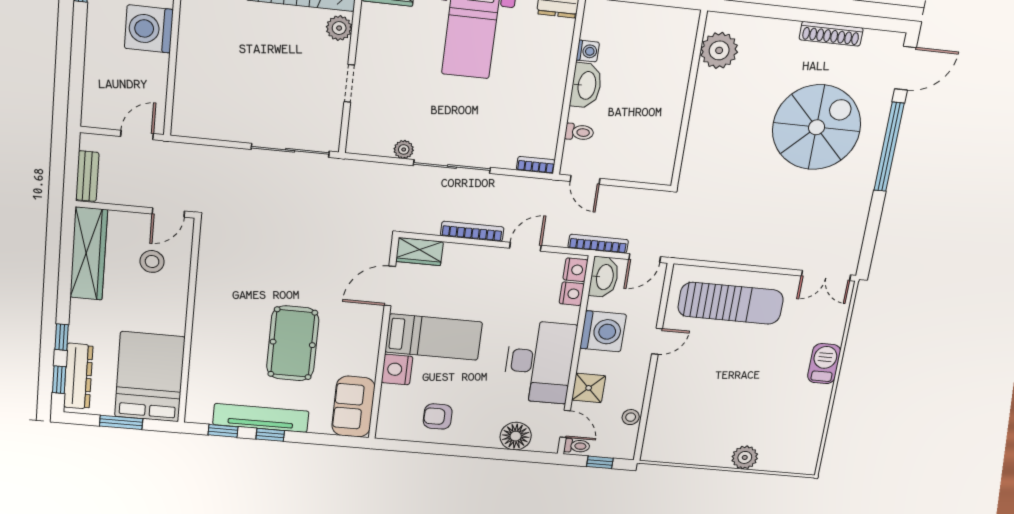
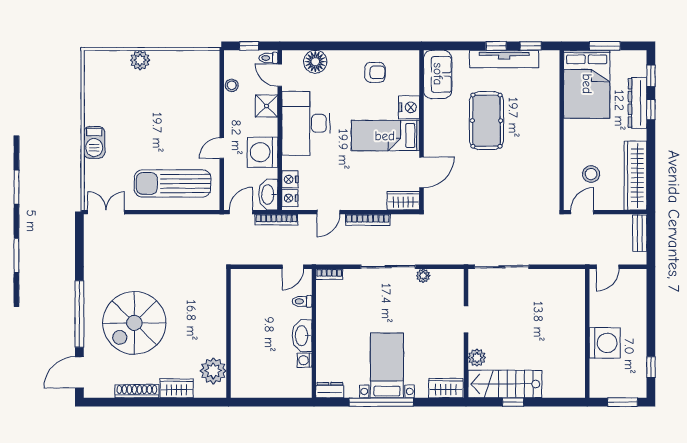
wardrobe: (775, 32) -> (177, 388), added
door: (585, 180) -> (293, 267), swing flipped
dresser: (78, 376) -> (638, 103), moved

